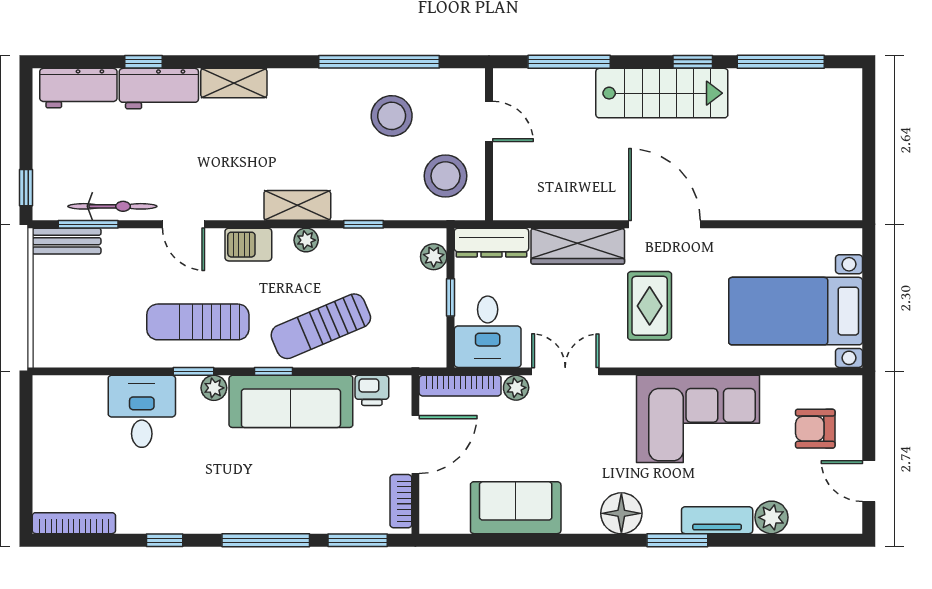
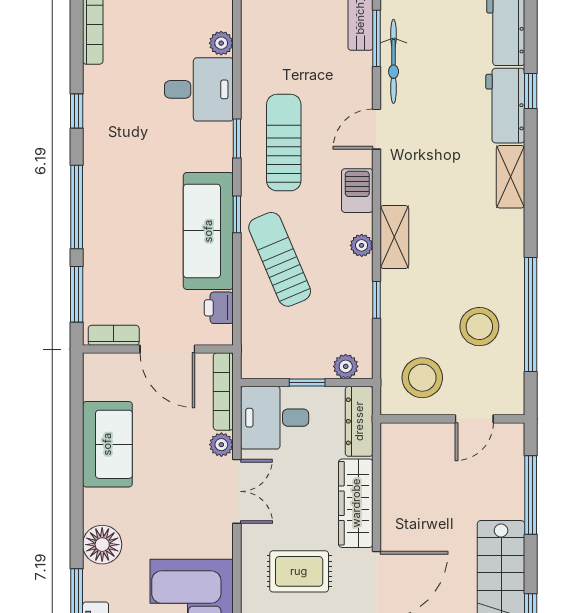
plant: (214, 388) -> (221, 43), moved

